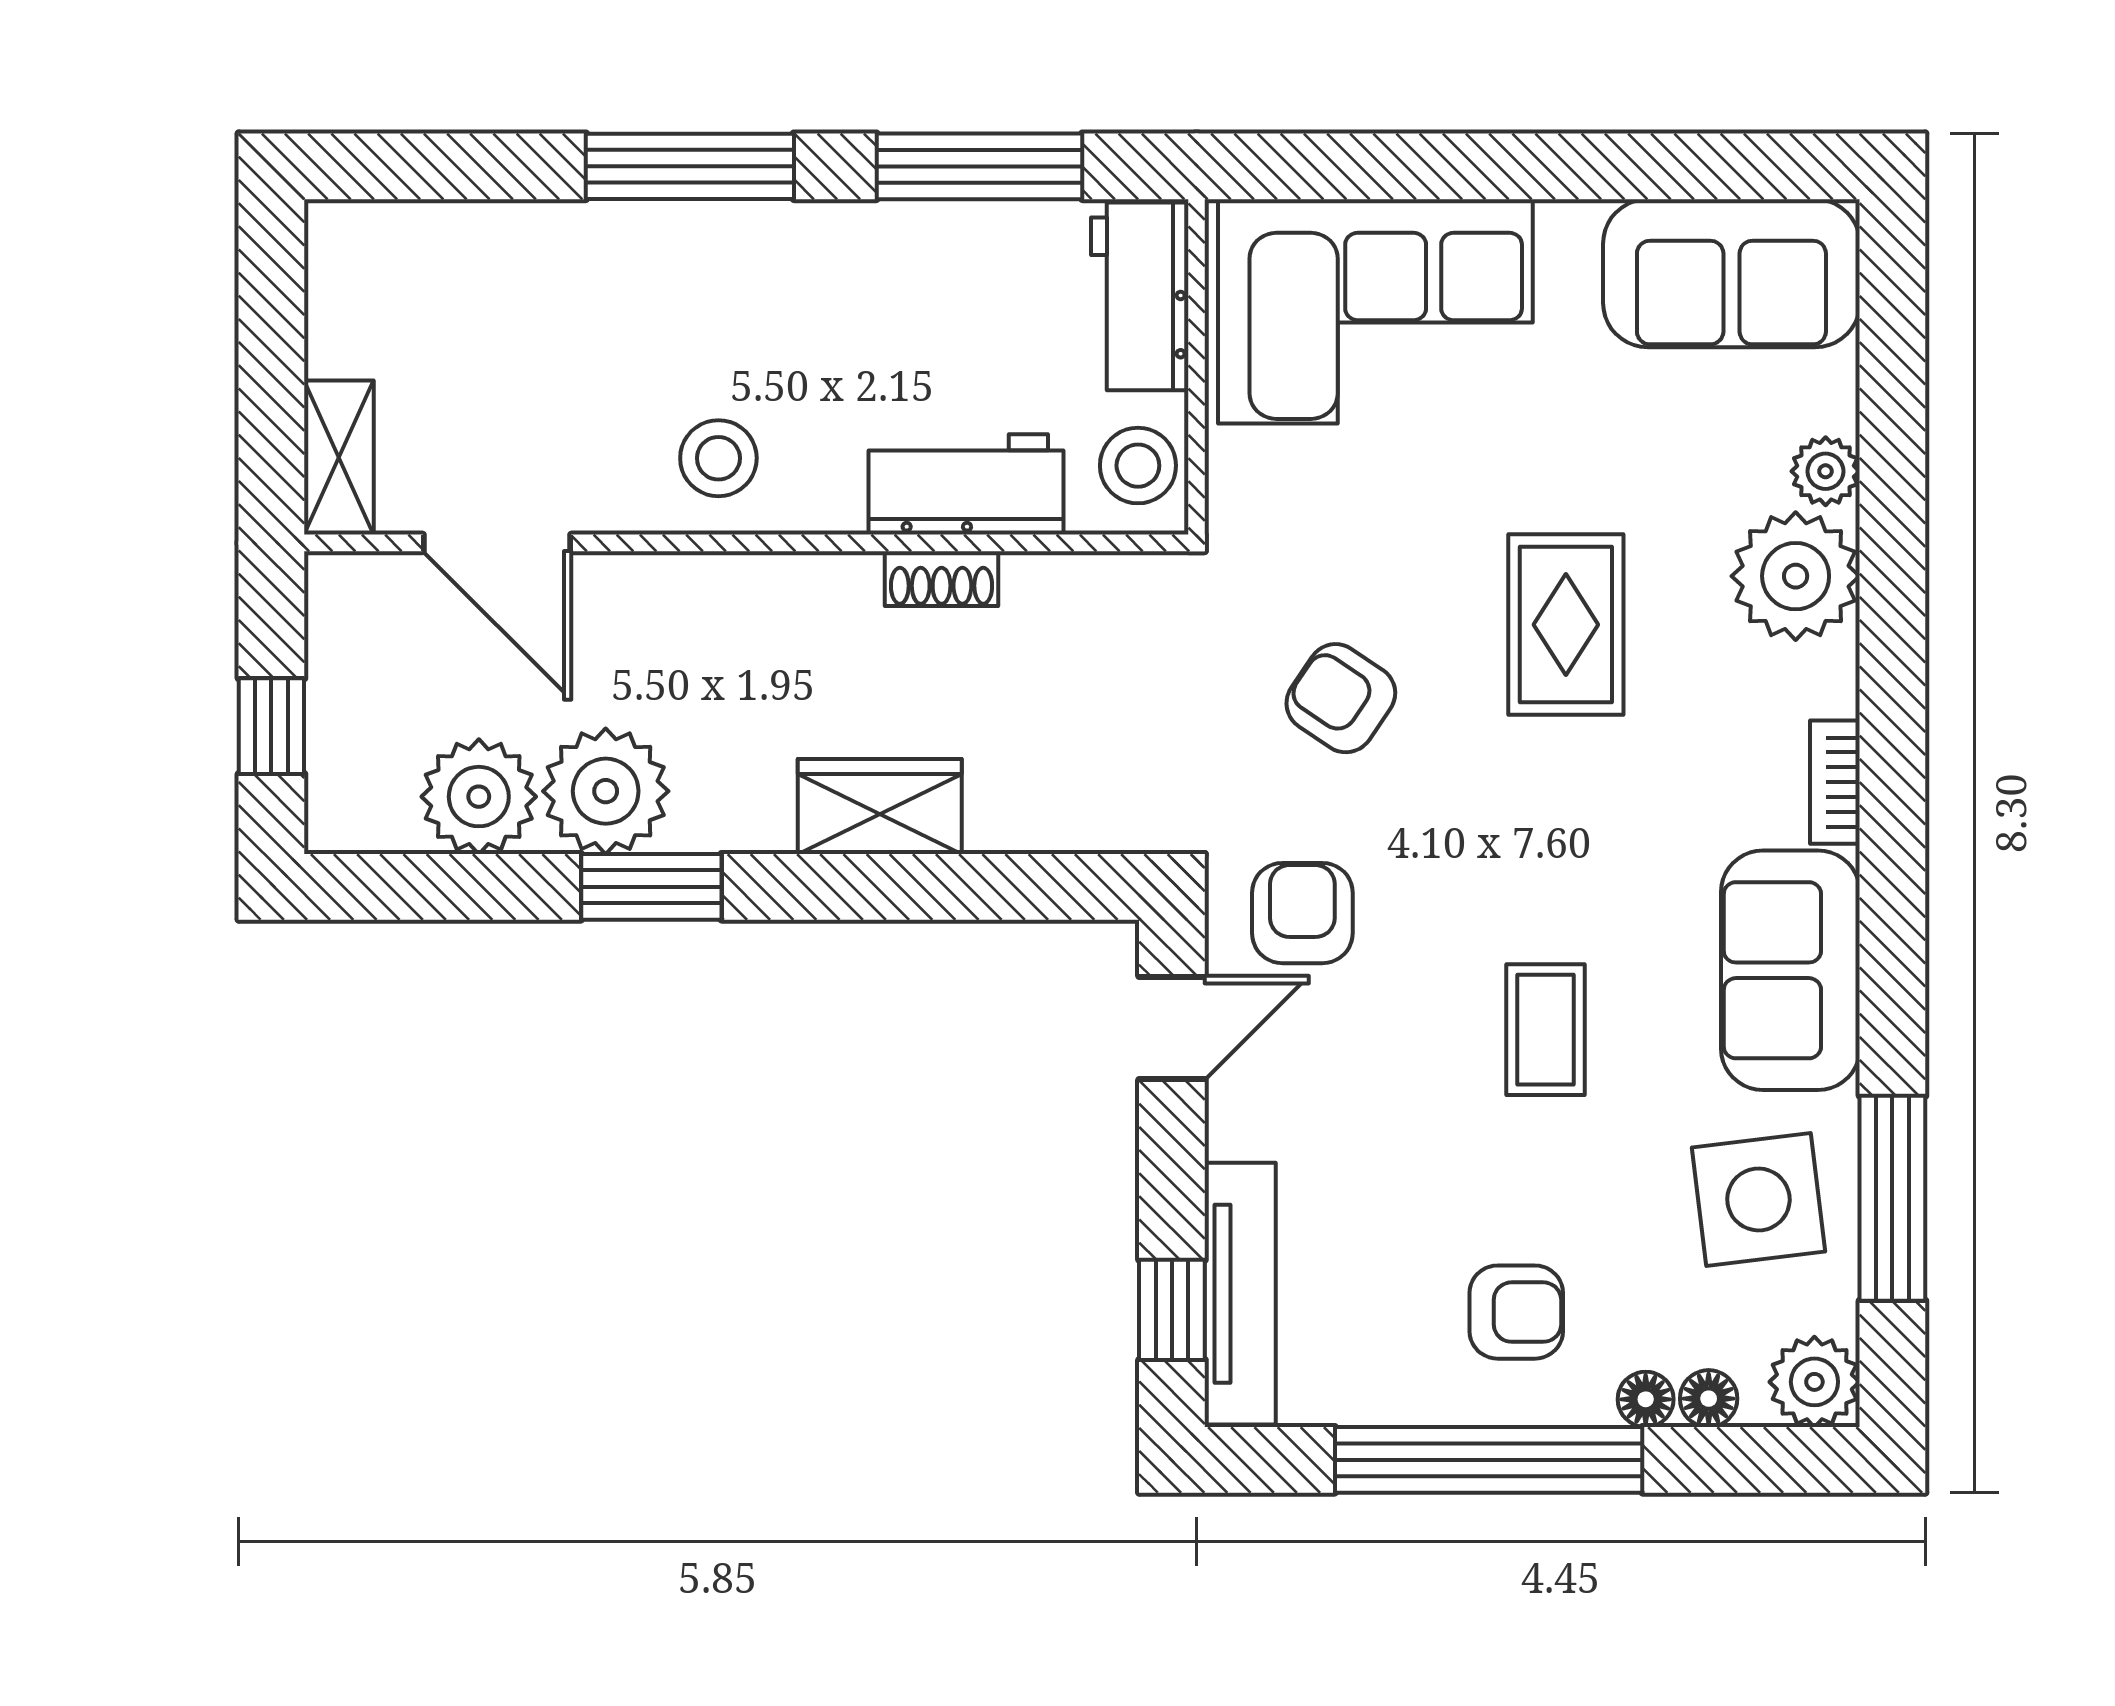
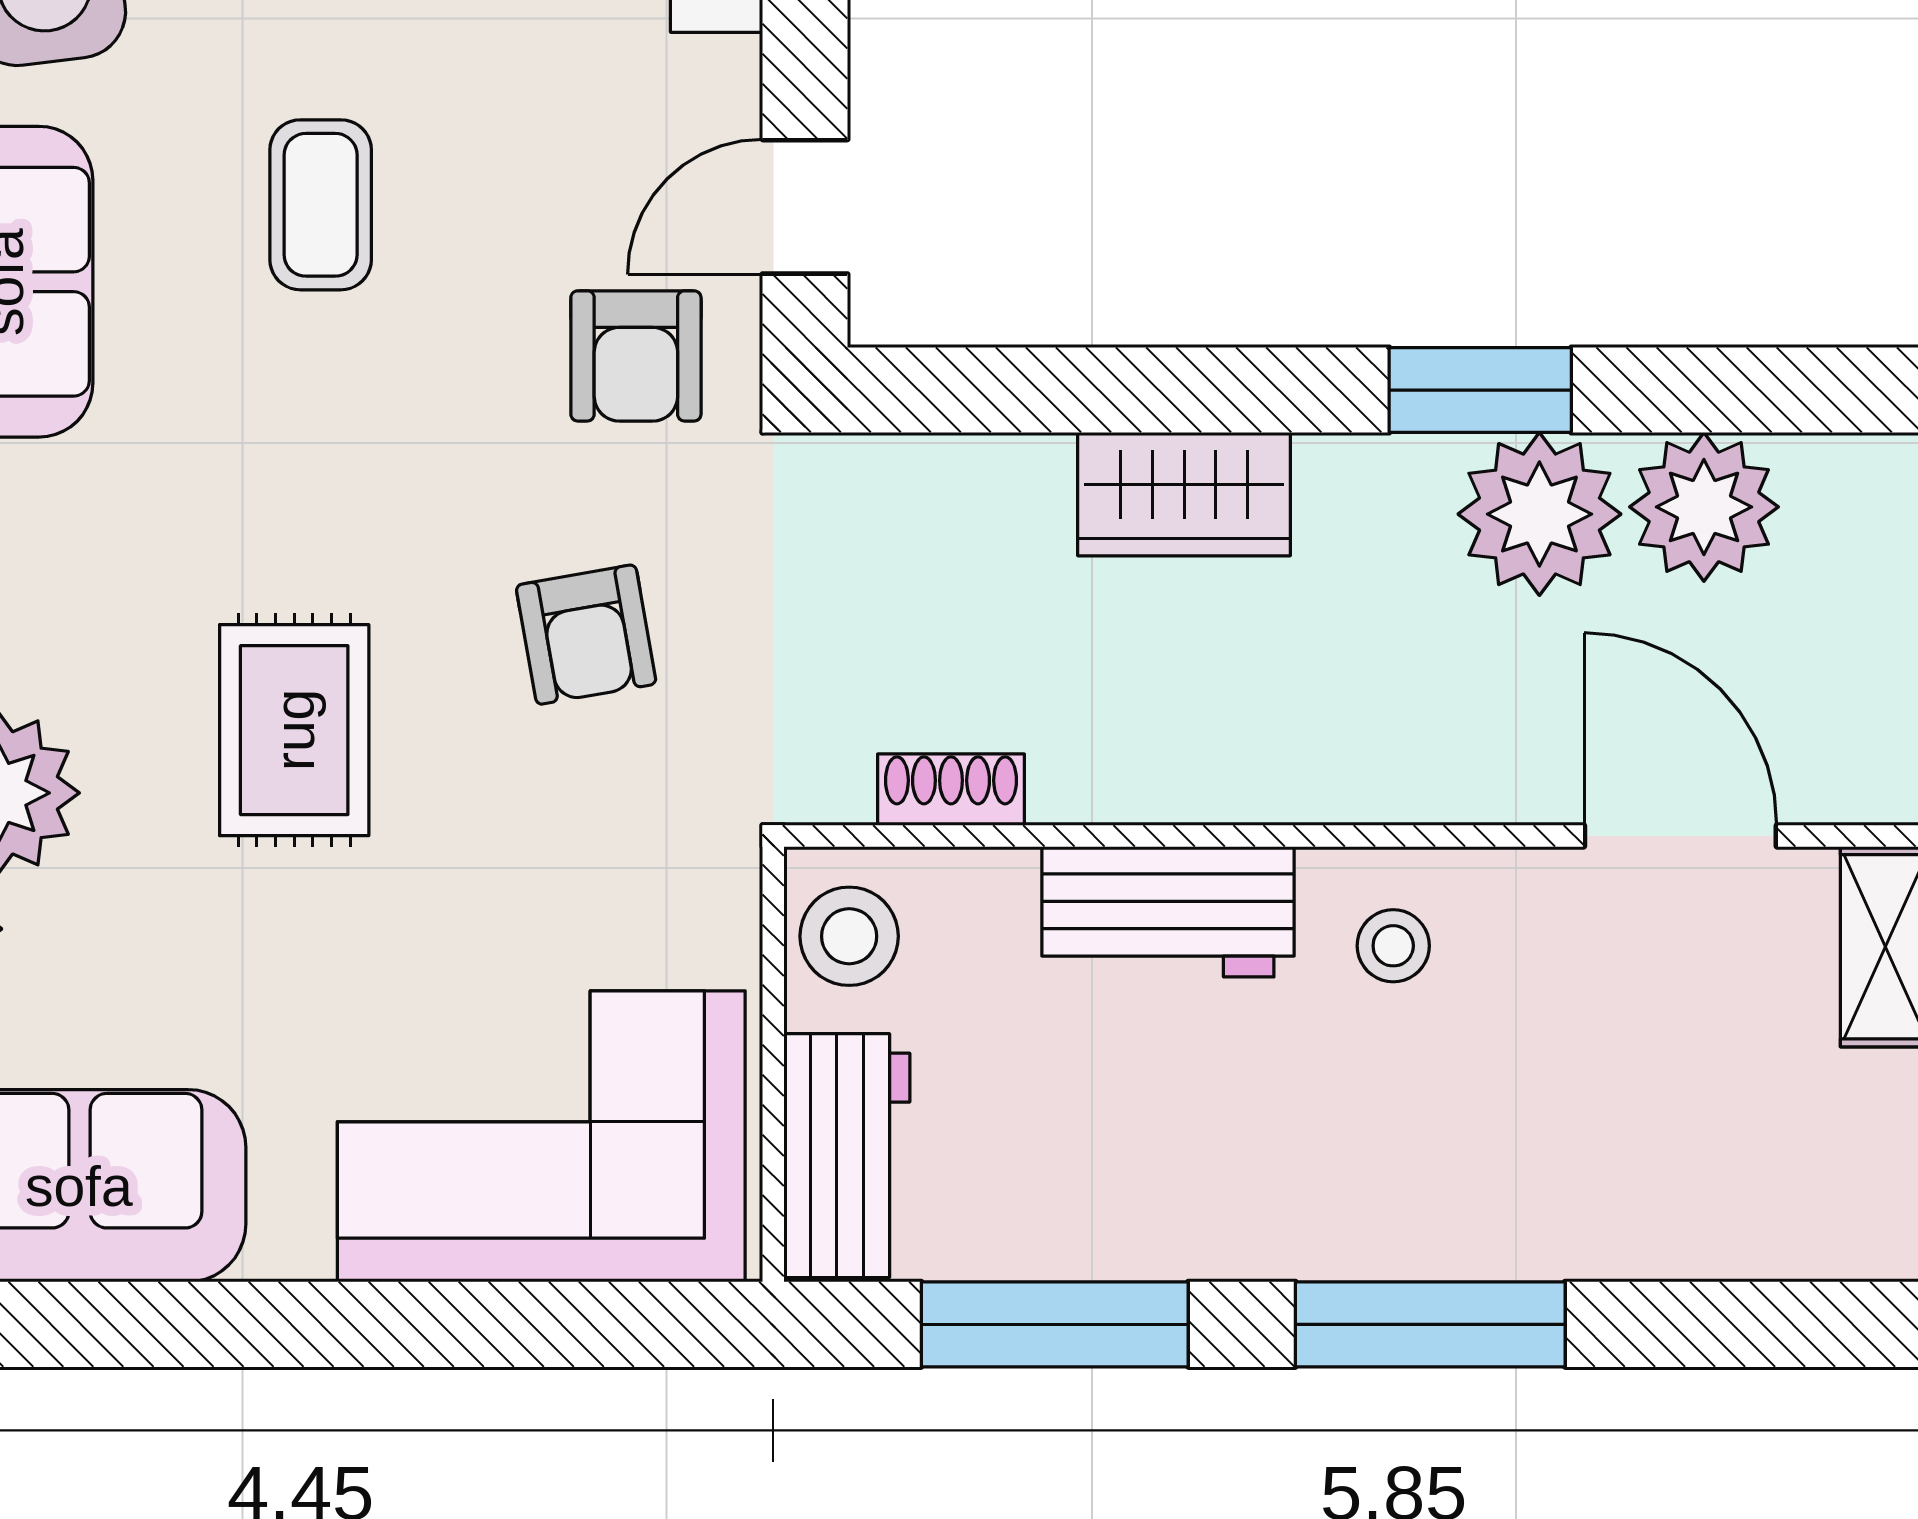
stool: (718, 458) -> (1393, 946), width x0.73, depth x0.73
workbench: (966, 484) -> (1168, 912), moved
shoe rack: (942, 579) -> (951, 790), moved
armchair: (1341, 698) -> (586, 635), turned 46

